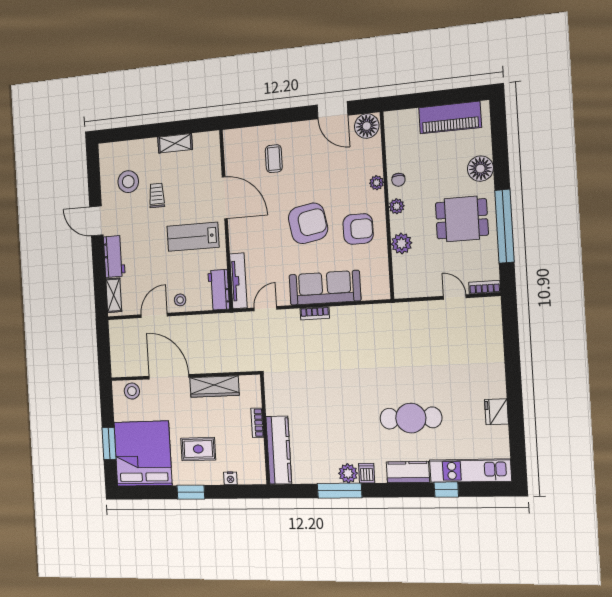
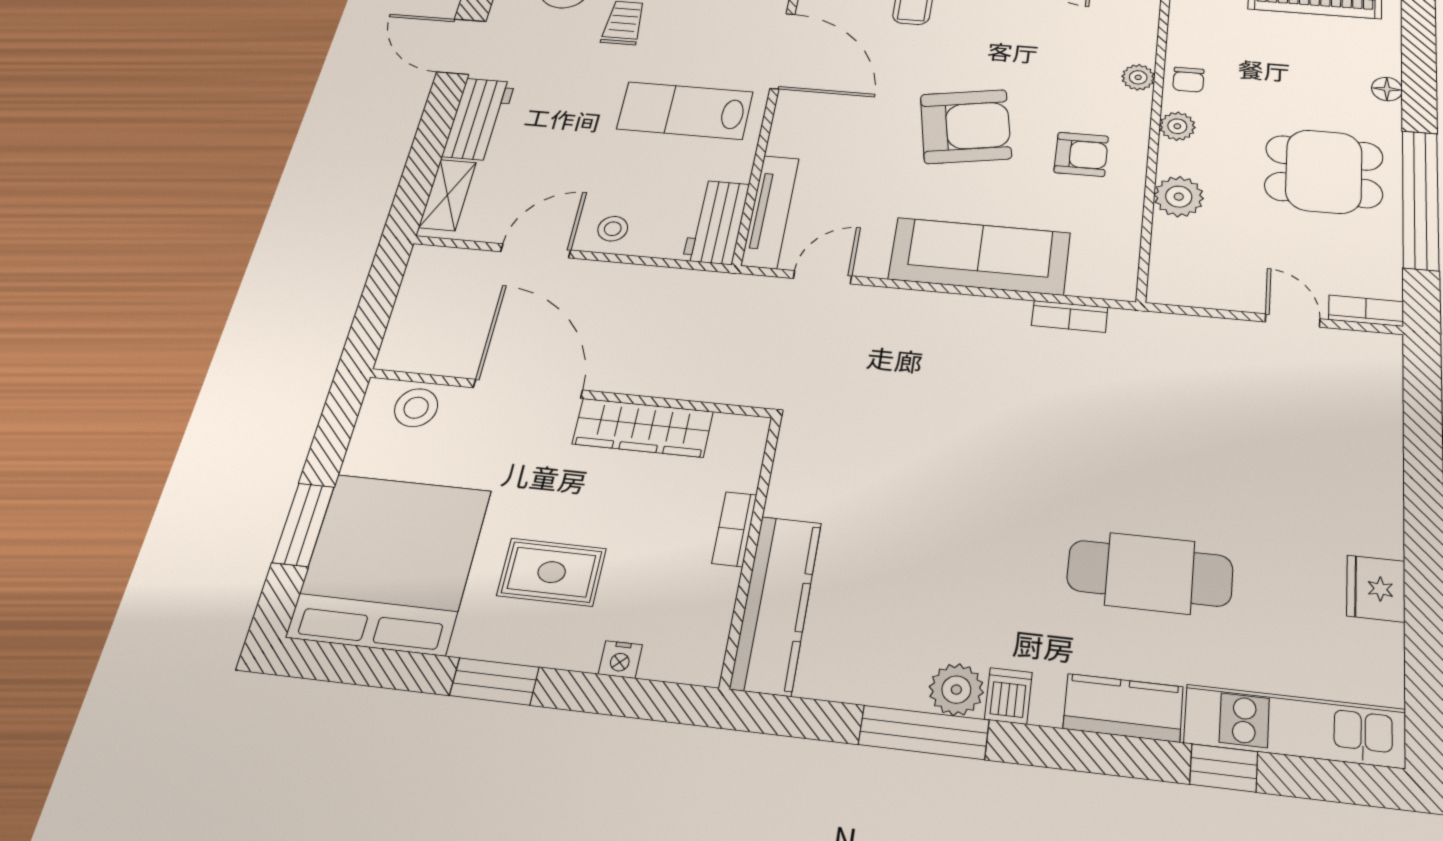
floor lamp: (480, 169) -> (1387, 89), width x0.53, depth x0.53
armchair: (358, 229) -> (1081, 154), width x0.72, depth x0.72
bookcase: (315, 313) -> (1070, 316), moved

